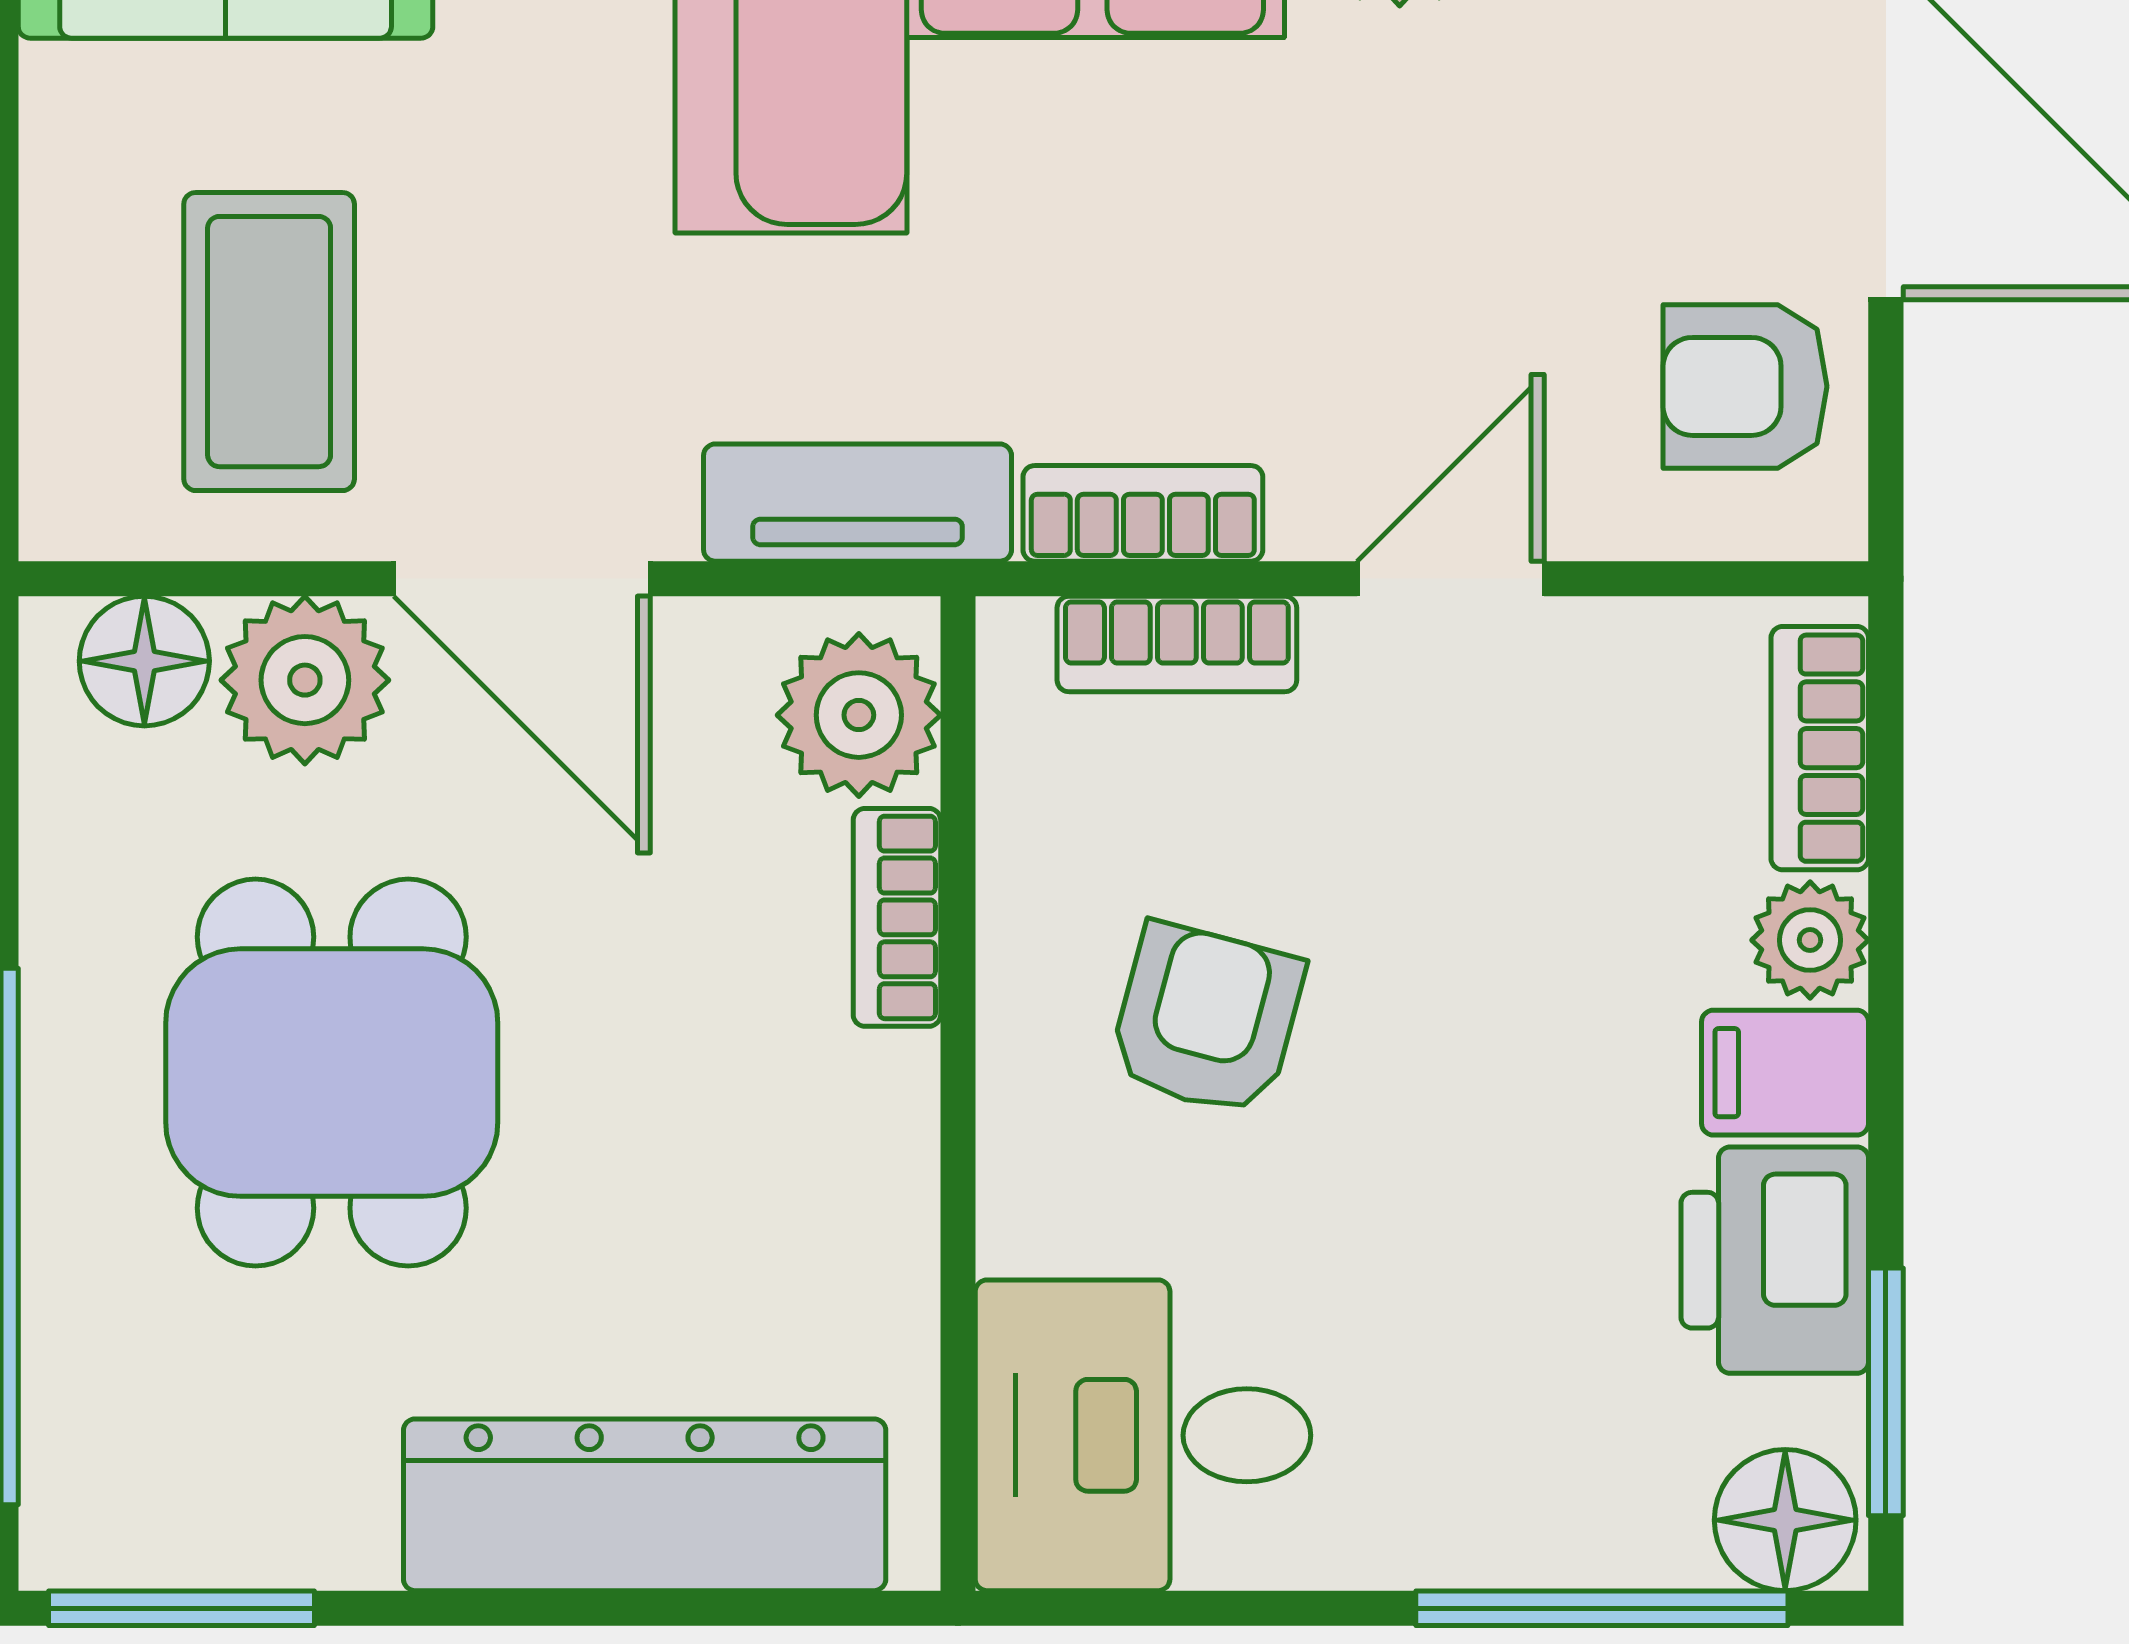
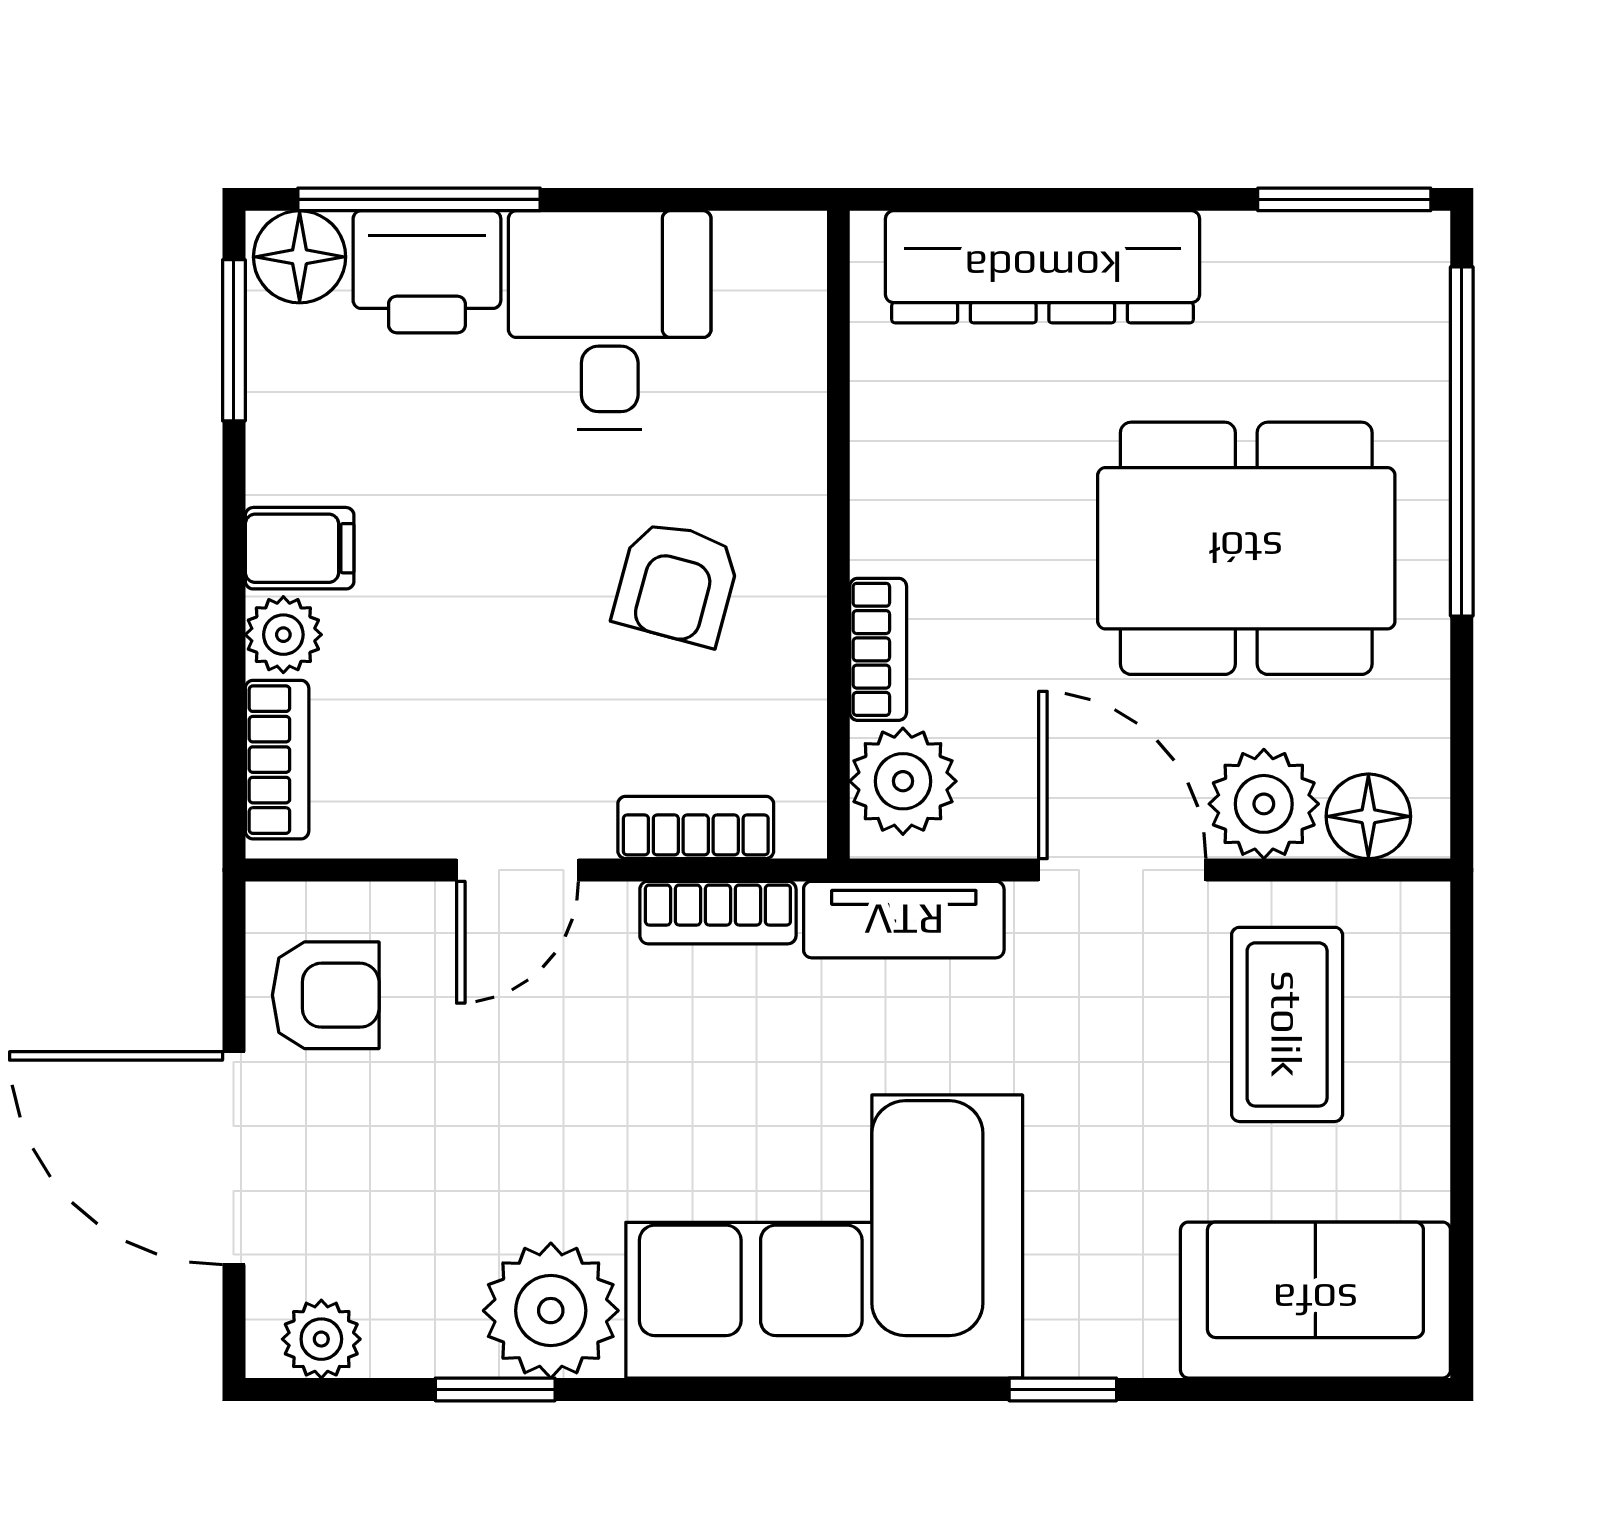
dining table: (332, 1073) -> (1246, 548), width x1.38
printer: (1775, 1260) -> (427, 272), moved, turned 90
desk: (1143, 1435) -> (610, 320), moved, turned -90

